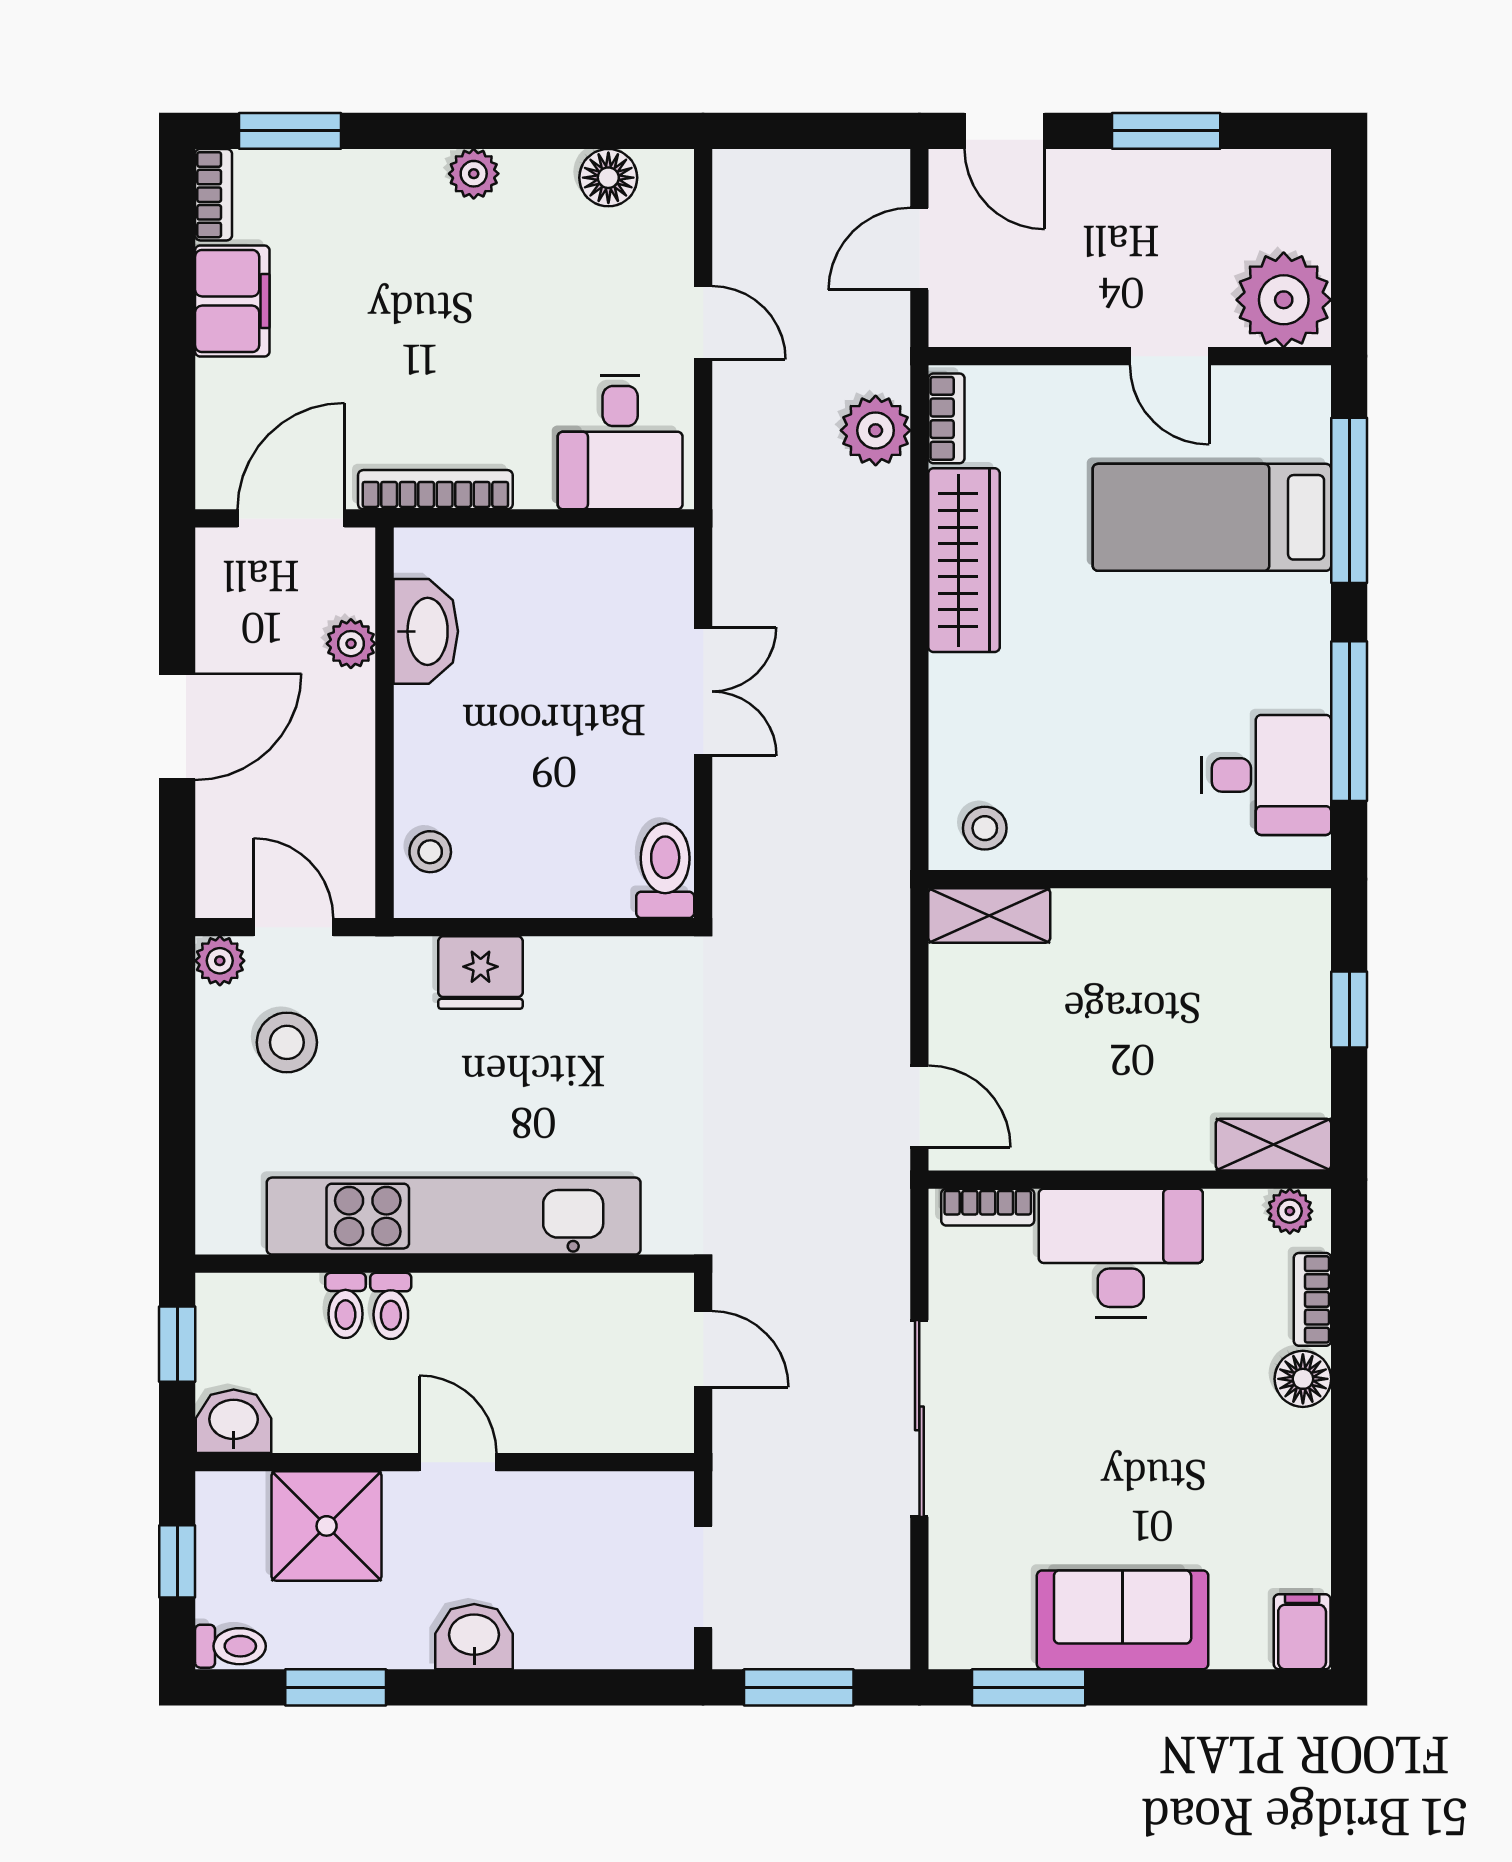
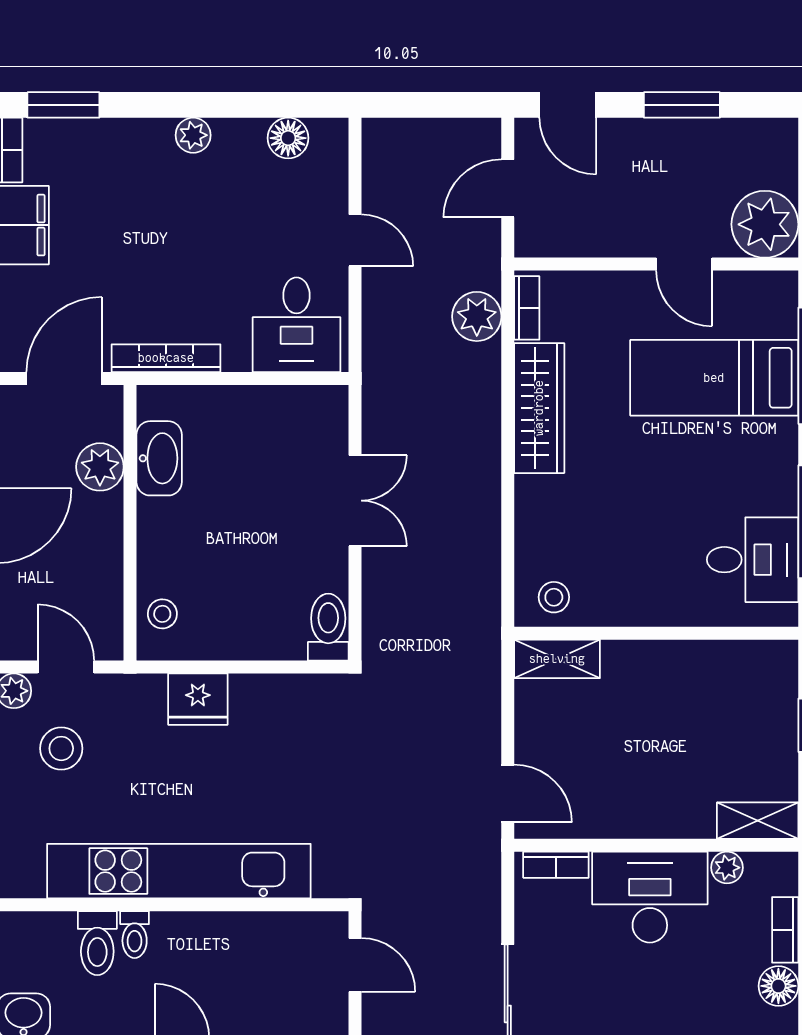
plant: (351, 644) -> (100, 467), width x1.38, depth x1.38
plant: (1290, 1211) -> (727, 868), moved
toilet: (345, 1305) -> (97, 943), width x1.37, depth x1.39

